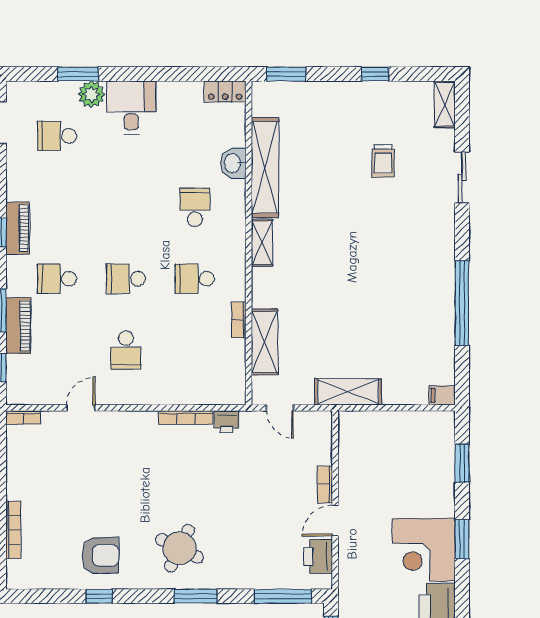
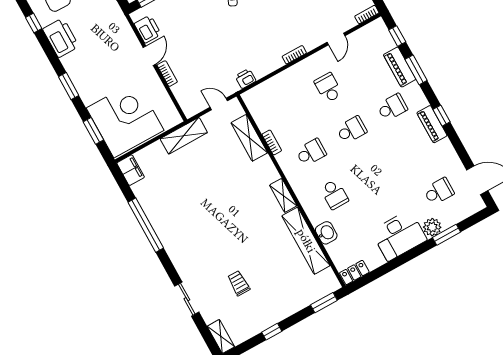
desk: (131, 107) -> (399, 235), width x1.37
filing cabinet: (442, 395) -> (131, 170), width x2.00
bookcase: (186, 418) -> (294, 55), moved, width x0.64
corner desk: (424, 550) -> (125, 119), moved, width x1.36, depth x1.36

